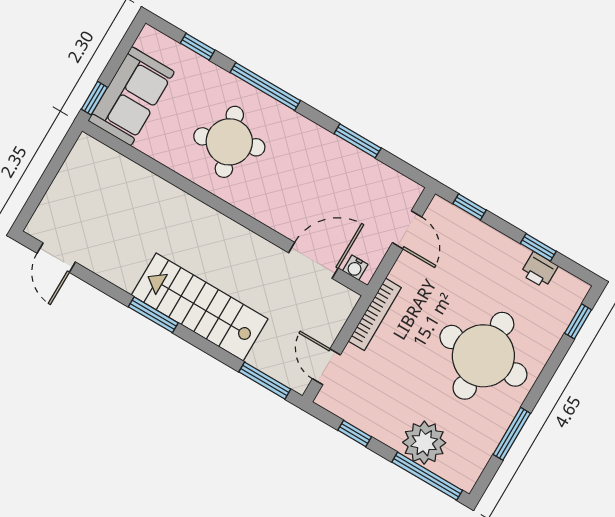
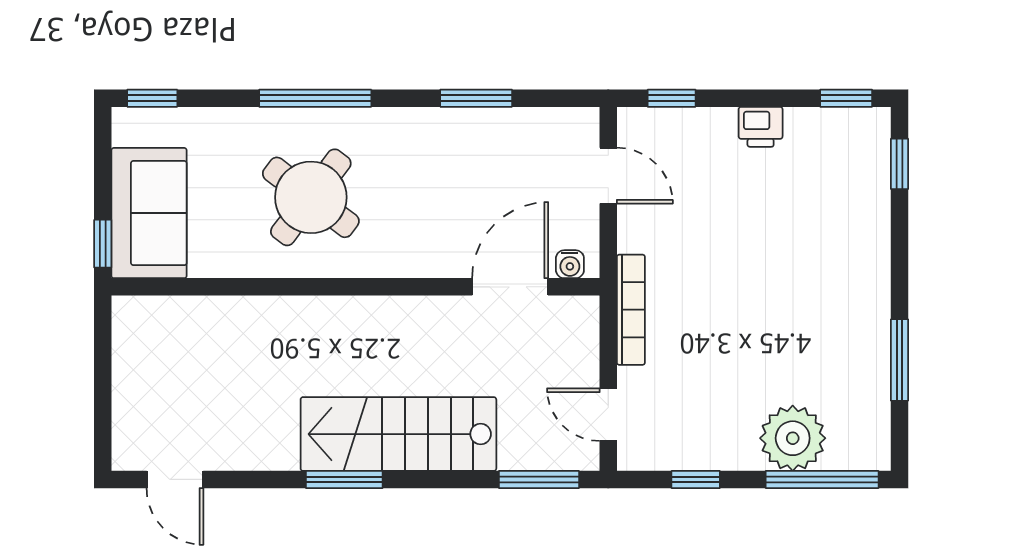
window: (198, 47) -> (152, 98), moved
round table: (229, 142) -> (311, 197), turned -34
window: (538, 247) -> (846, 98), moved
printer: (539, 270) -> (761, 127), moved
round table: (483, 356) -> (803, 281), removed

